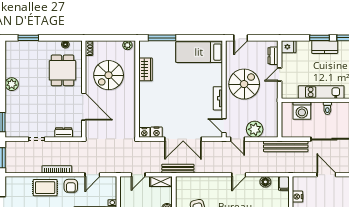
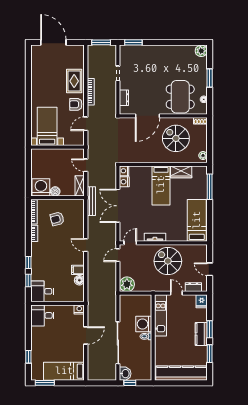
window: (28, 38) -> (210, 78), moved
door: (241, 38) -> (210, 269), moved
dining table: (62, 70) -> (180, 97), width x1.37
plant: (12, 84) -> (201, 51), moved
spiral stairs: (244, 84) -> (168, 261), turned 180
bed: (160, 92) -> (161, 185), added
kitchen unit: (321, 92) -> (161, 315), moved
washing machine: (302, 111) -> (144, 324), moved
plant: (255, 129) -> (127, 284), moved
bench: (286, 146) -> (111, 299), removed
door: (92, 175) -> (86, 124), hinge flipped
door: (239, 175) -> (86, 245), moved
filing cabinet: (284, 183) -> (78, 270), moved
nightstand: (298, 197) -> (79, 309), moved

